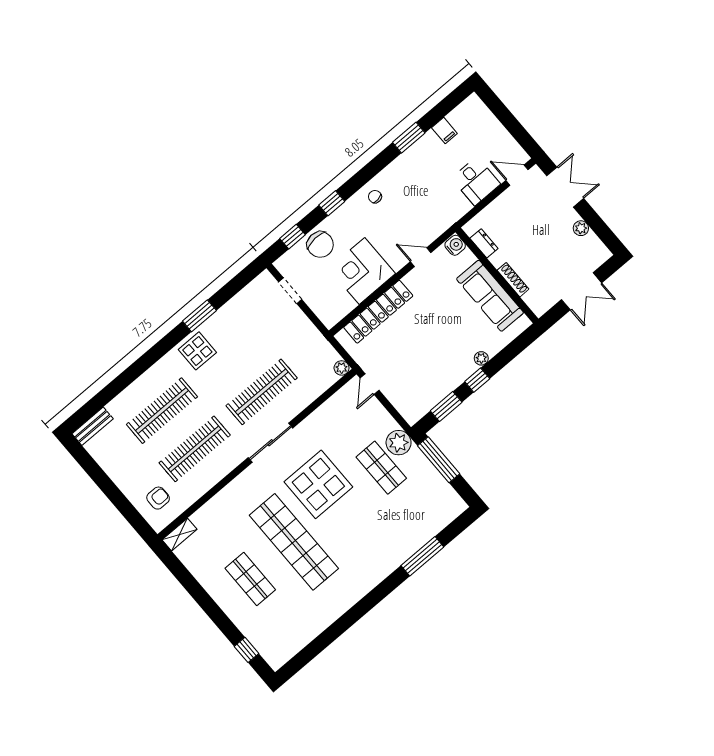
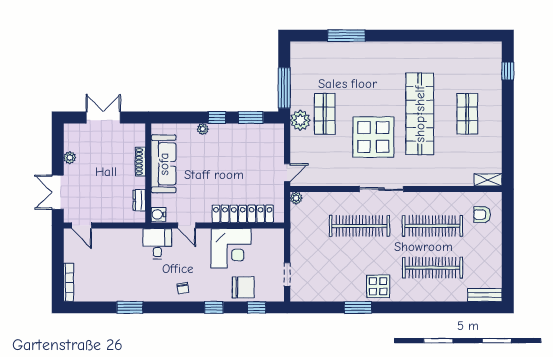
bookcase: (485, 113) -> (68, 282), added
filing cabinet: (444, 131) -> (104, 293), removed
desk: (476, 181) -> (157, 244), moved
chair: (320, 245) -> (243, 287), turned 93

